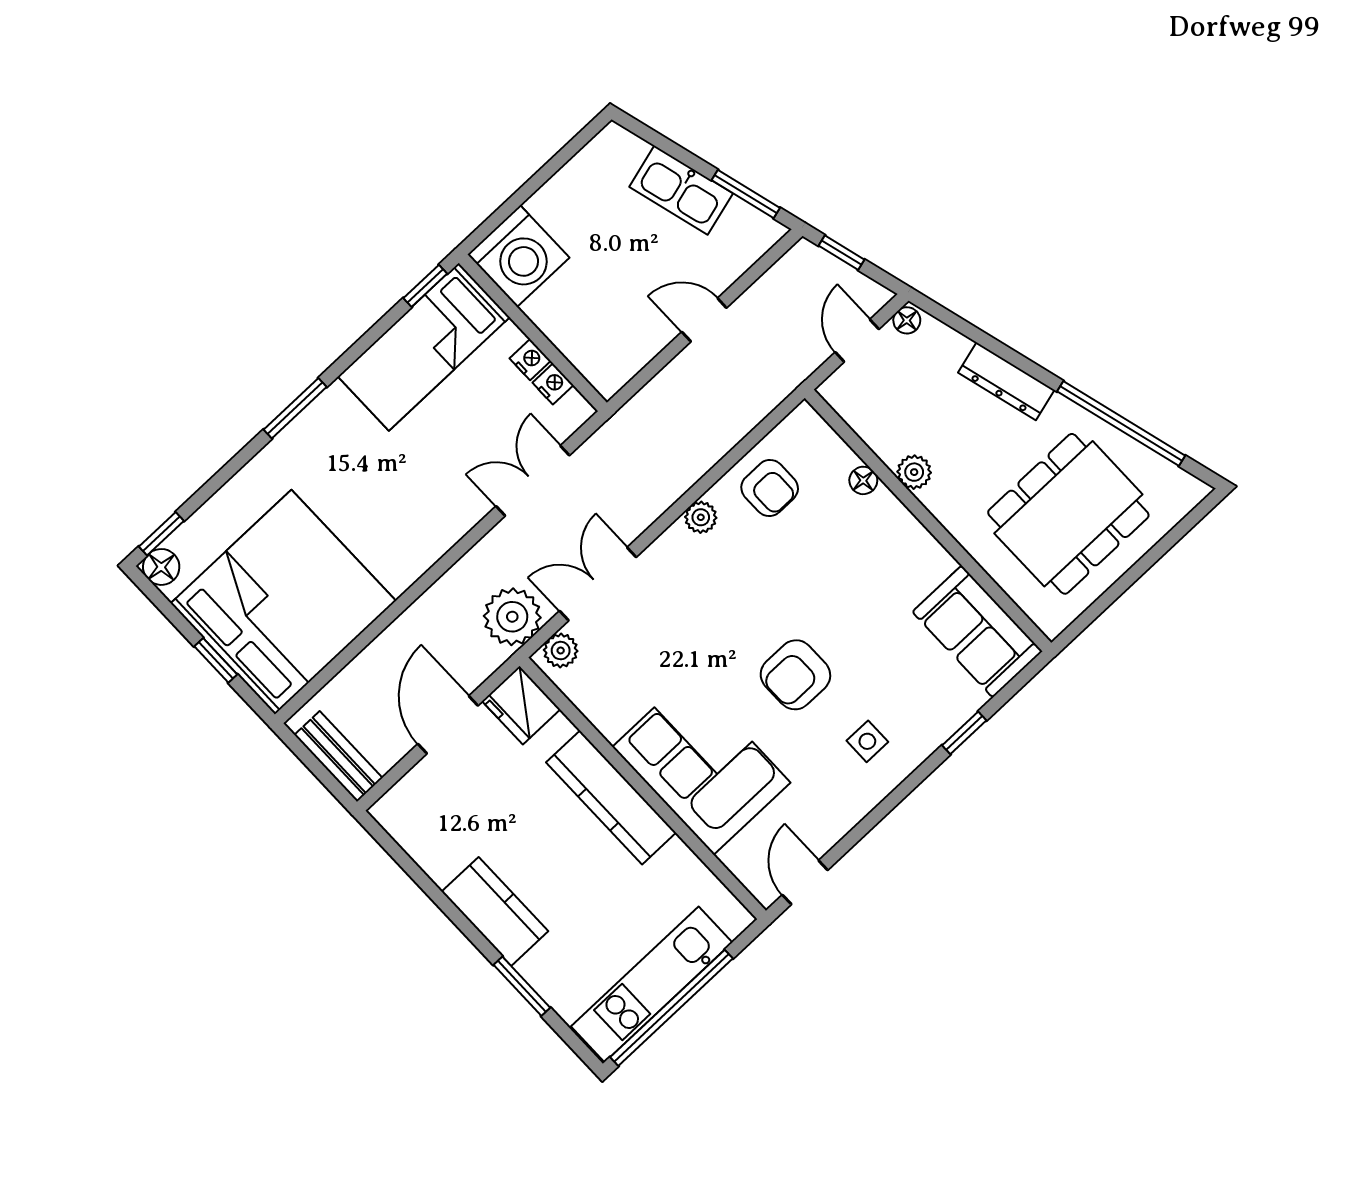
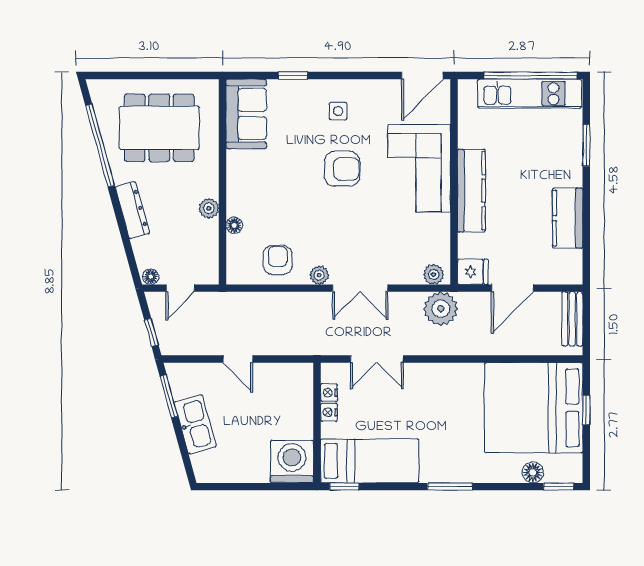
floor lamp: (161, 567) -> (533, 472), moved
double door: (598, 584) -> (360, 288), moved
fridge: (521, 705) -> (473, 272), width x0.72
door: (805, 882) -> (422, 75), width x1.38
kitchen counter: (495, 911) -> (568, 218), moved

